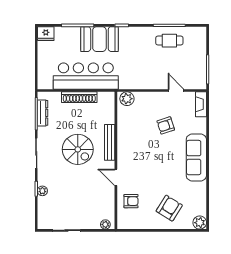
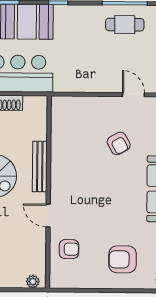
plant: (127, 99) -> (65, 106), removed
armchair: (166, 125) -> (119, 143), turned -101
armchair: (169, 208) -> (122, 259), turned -122

